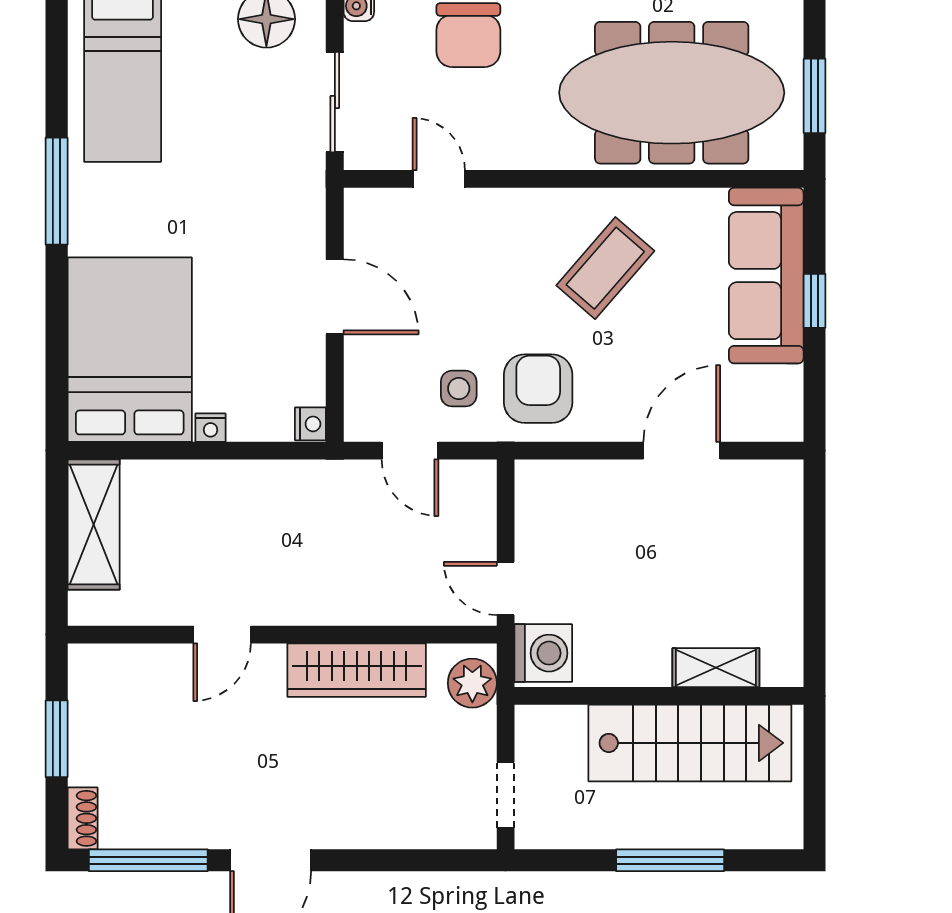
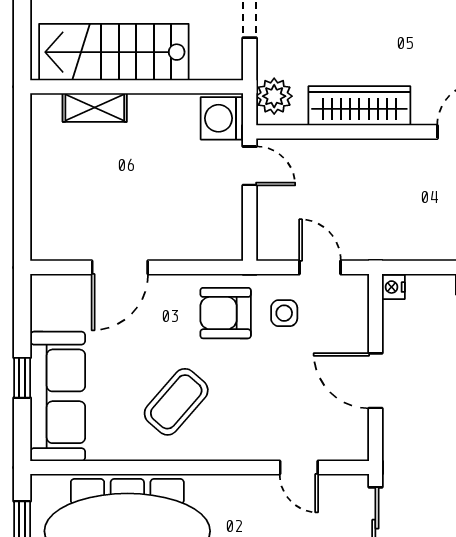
armchair: (538, 389) -> (226, 313), turned 90

